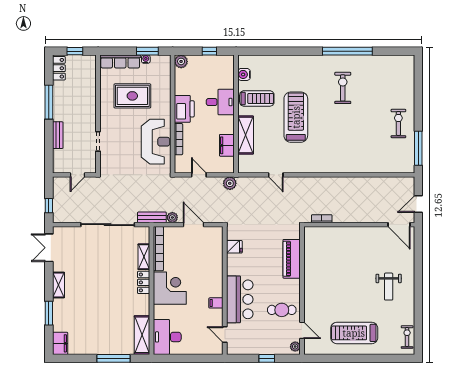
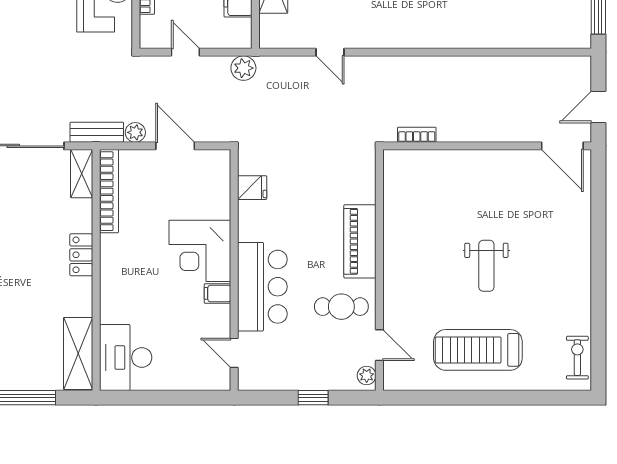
shelving: (144, 257) -> (82, 174), moved
piano: (292, 259) -> (360, 241), moved
weight bench: (389, 287) -> (486, 266), moved
corner desk: (170, 288) -> (200, 251), moved, turned 180

